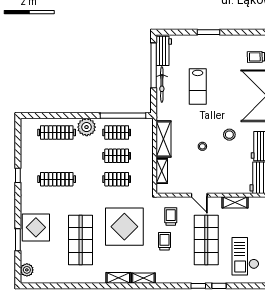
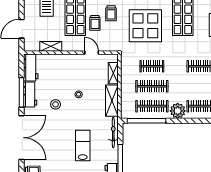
bicycle: (162, 84) -> (113, 133), moved
clothes rail: (117, 133) -> (152, 106), width x1.36
clothes rail: (117, 156) -> (152, 86), width x1.36
door: (199, 195) -> (92, 53), moved
trolley: (171, 216) -> (95, 23), moved

